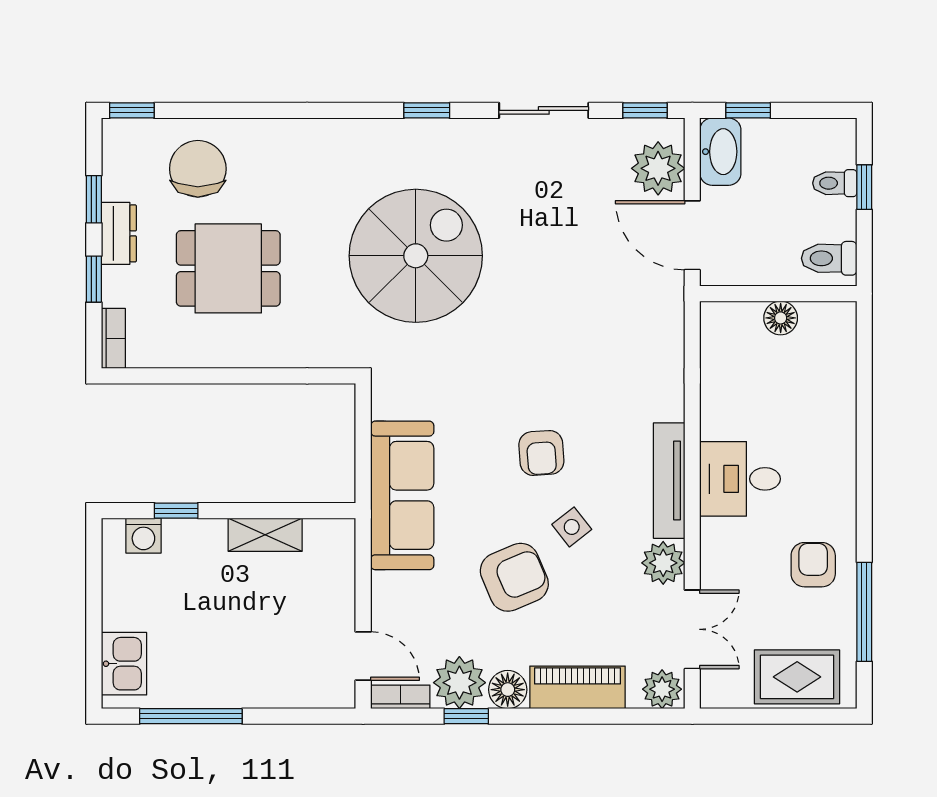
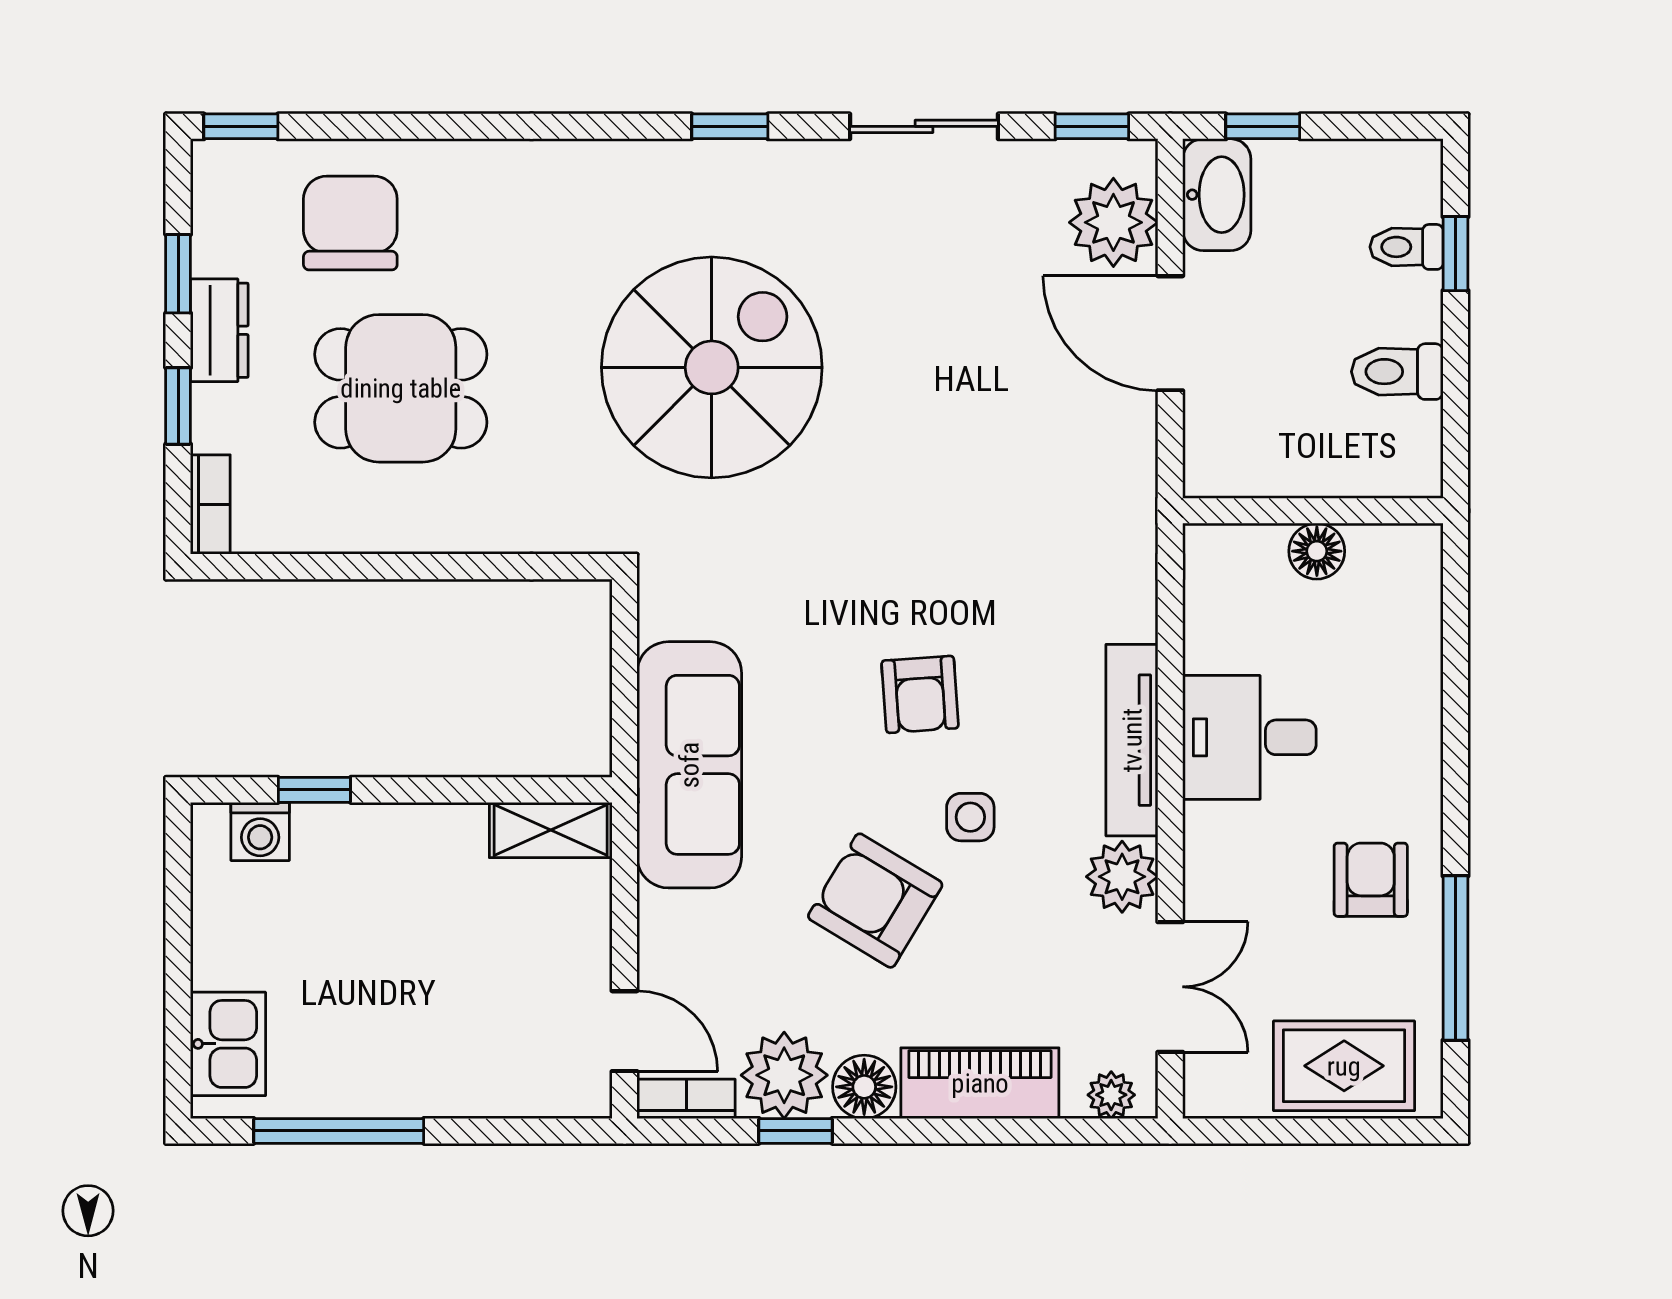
wall: (778, 294) -> (1313, 511), moved
floor lamp: (781, 318) -> (1317, 551), moved
side table: (572, 527) -> (970, 817), turned 38
shelving: (265, 535) -> (551, 830), moved
armchair: (514, 577) -> (875, 901), turned -126
plant: (662, 689) -> (1111, 1095), width x0.73, depth x0.73

